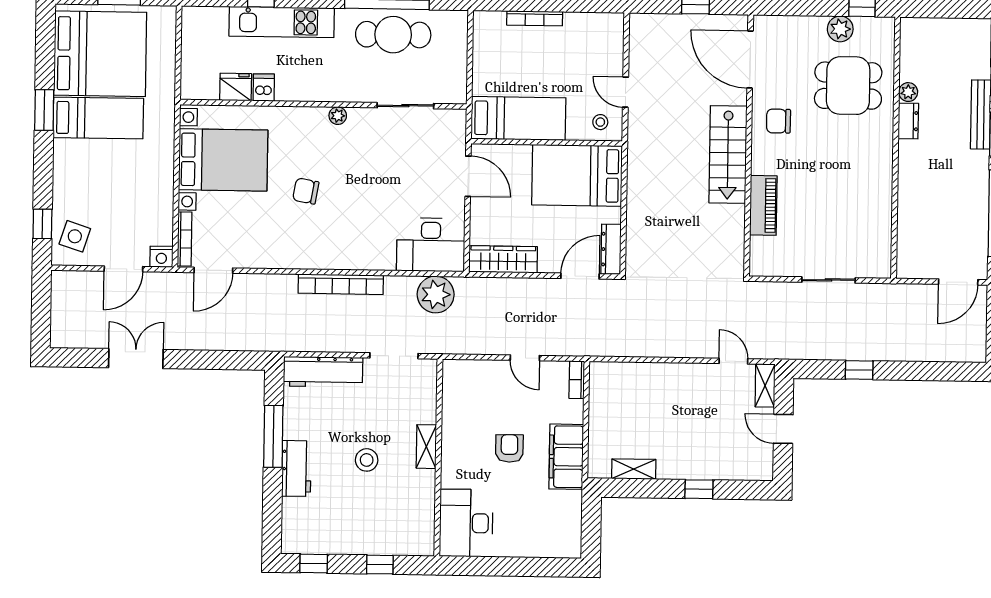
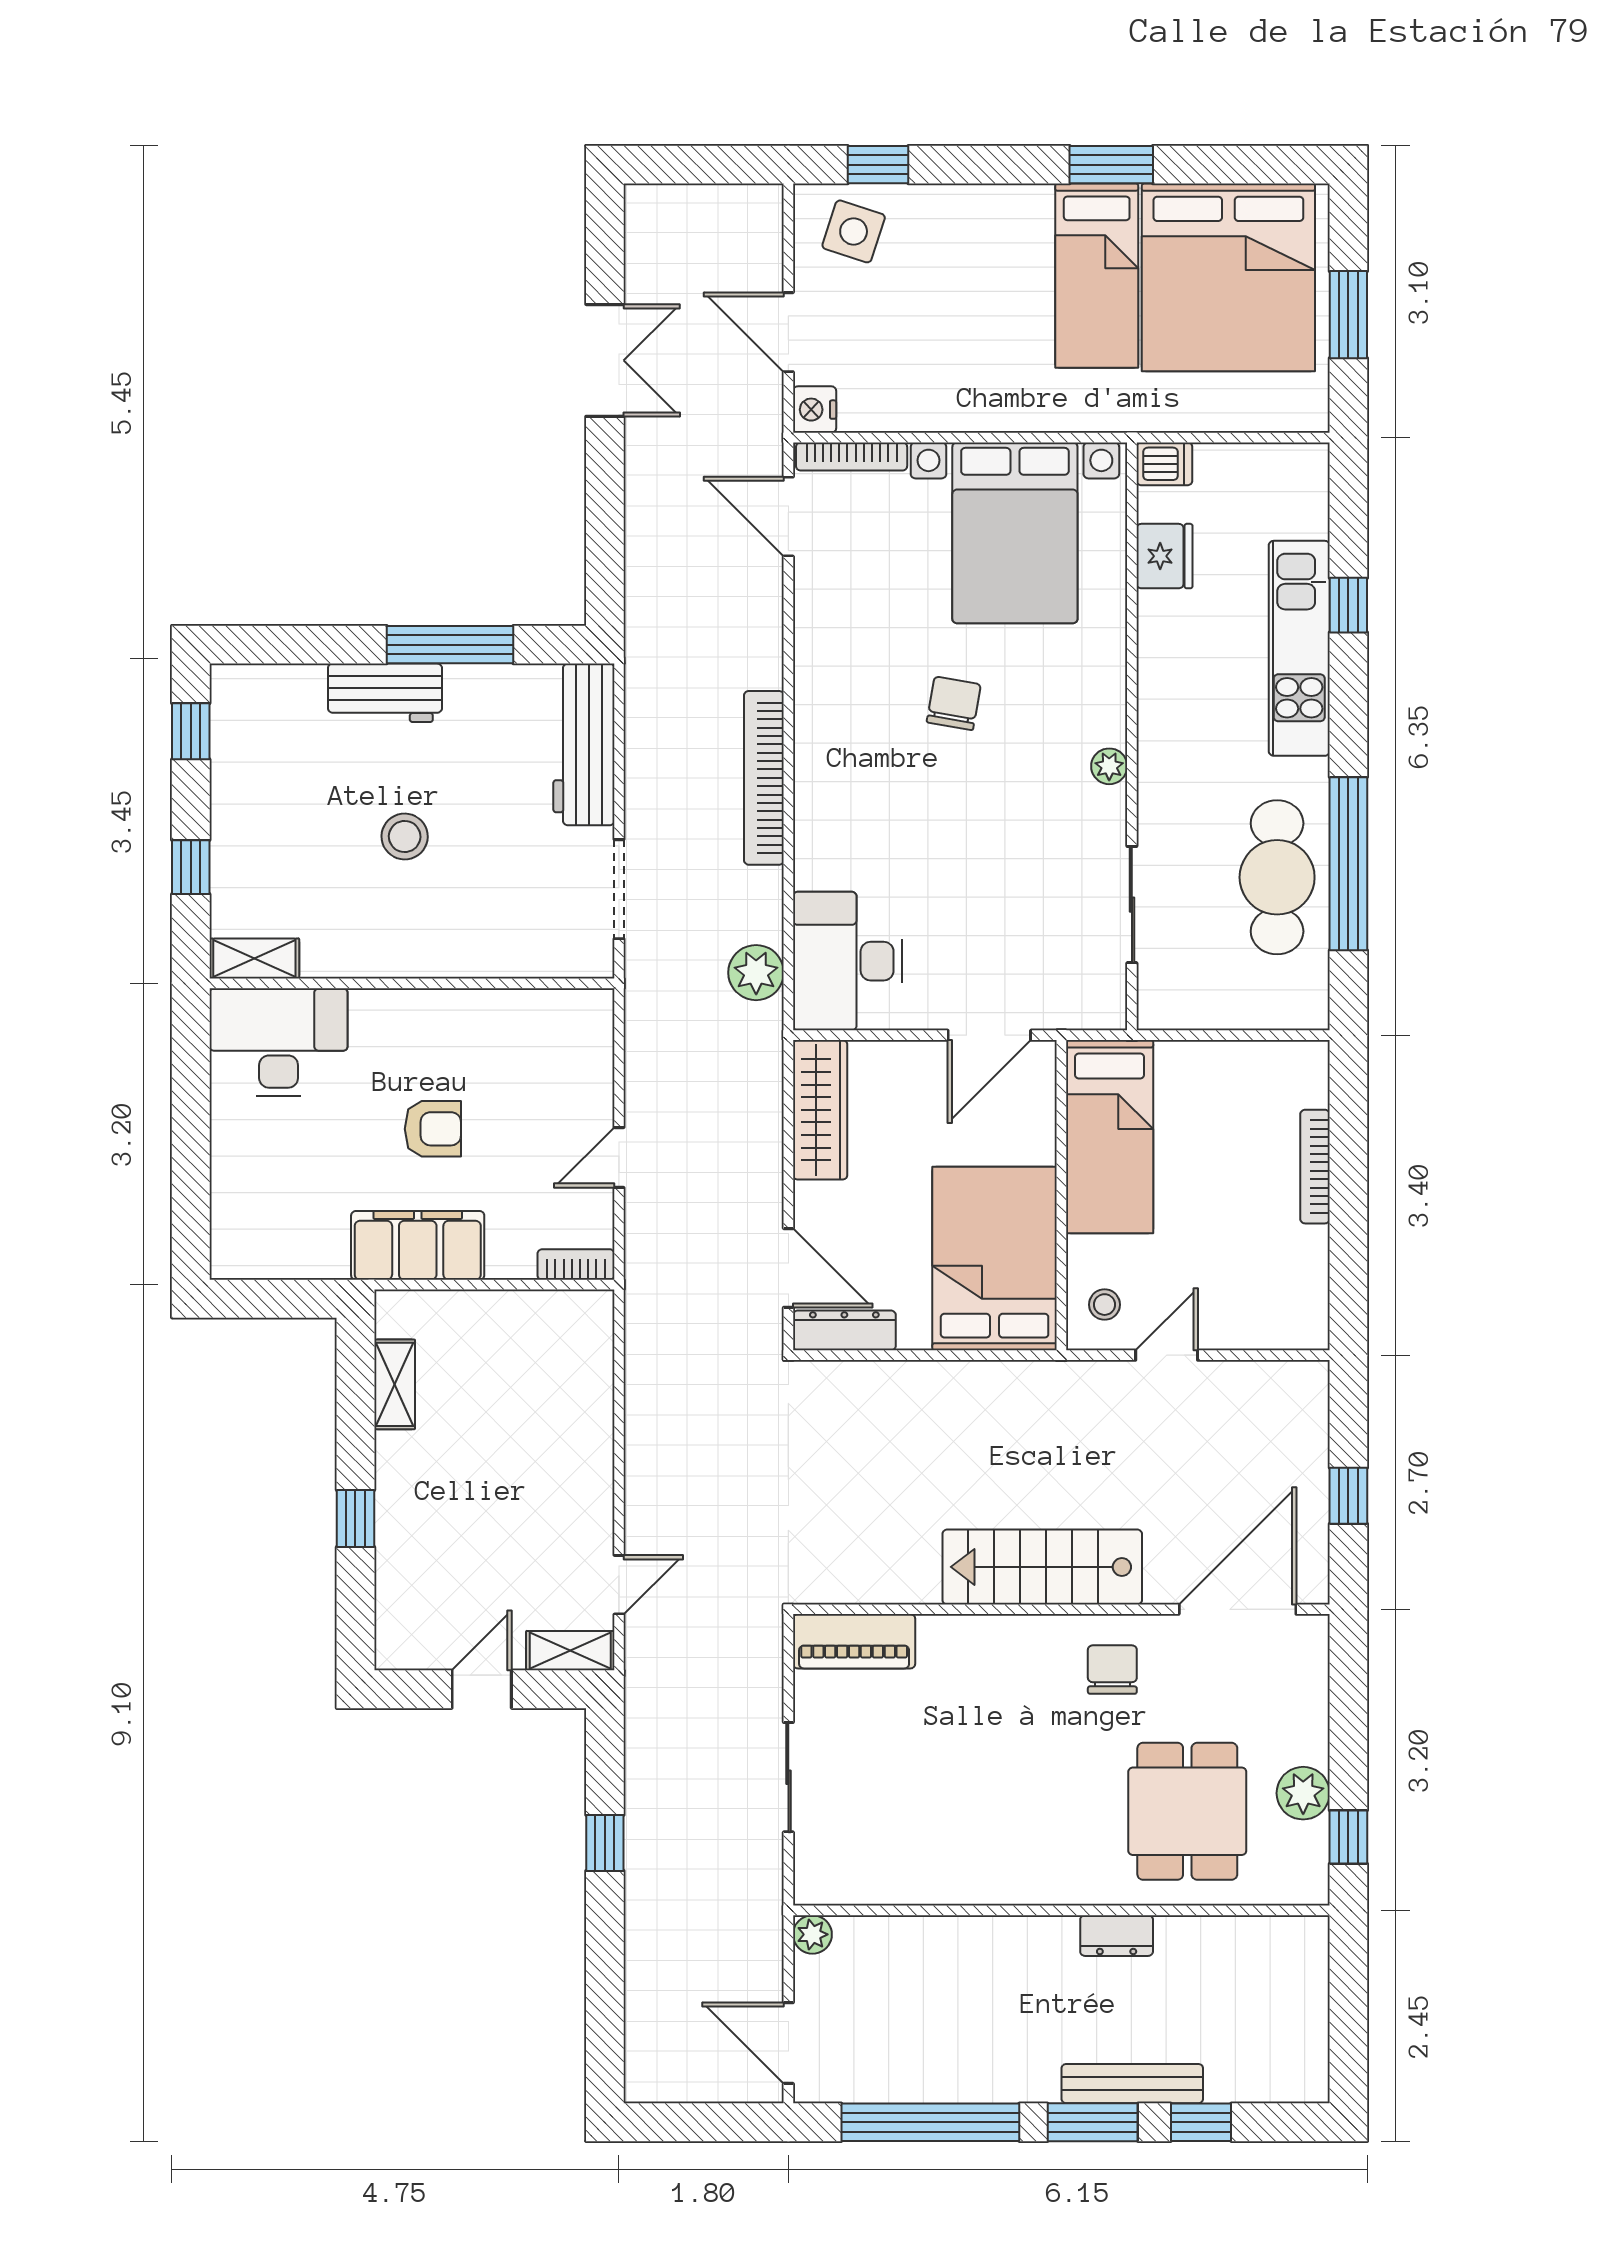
dishwasher: (264, 88) -> (1164, 464), moved
plant: (908, 92) -> (812, 1934), moved
piano: (763, 205) -> (854, 1641), moved
plant: (436, 294) -> (756, 973), width x0.73, depth x0.73
shelving: (426, 447) -> (254, 959), moved

